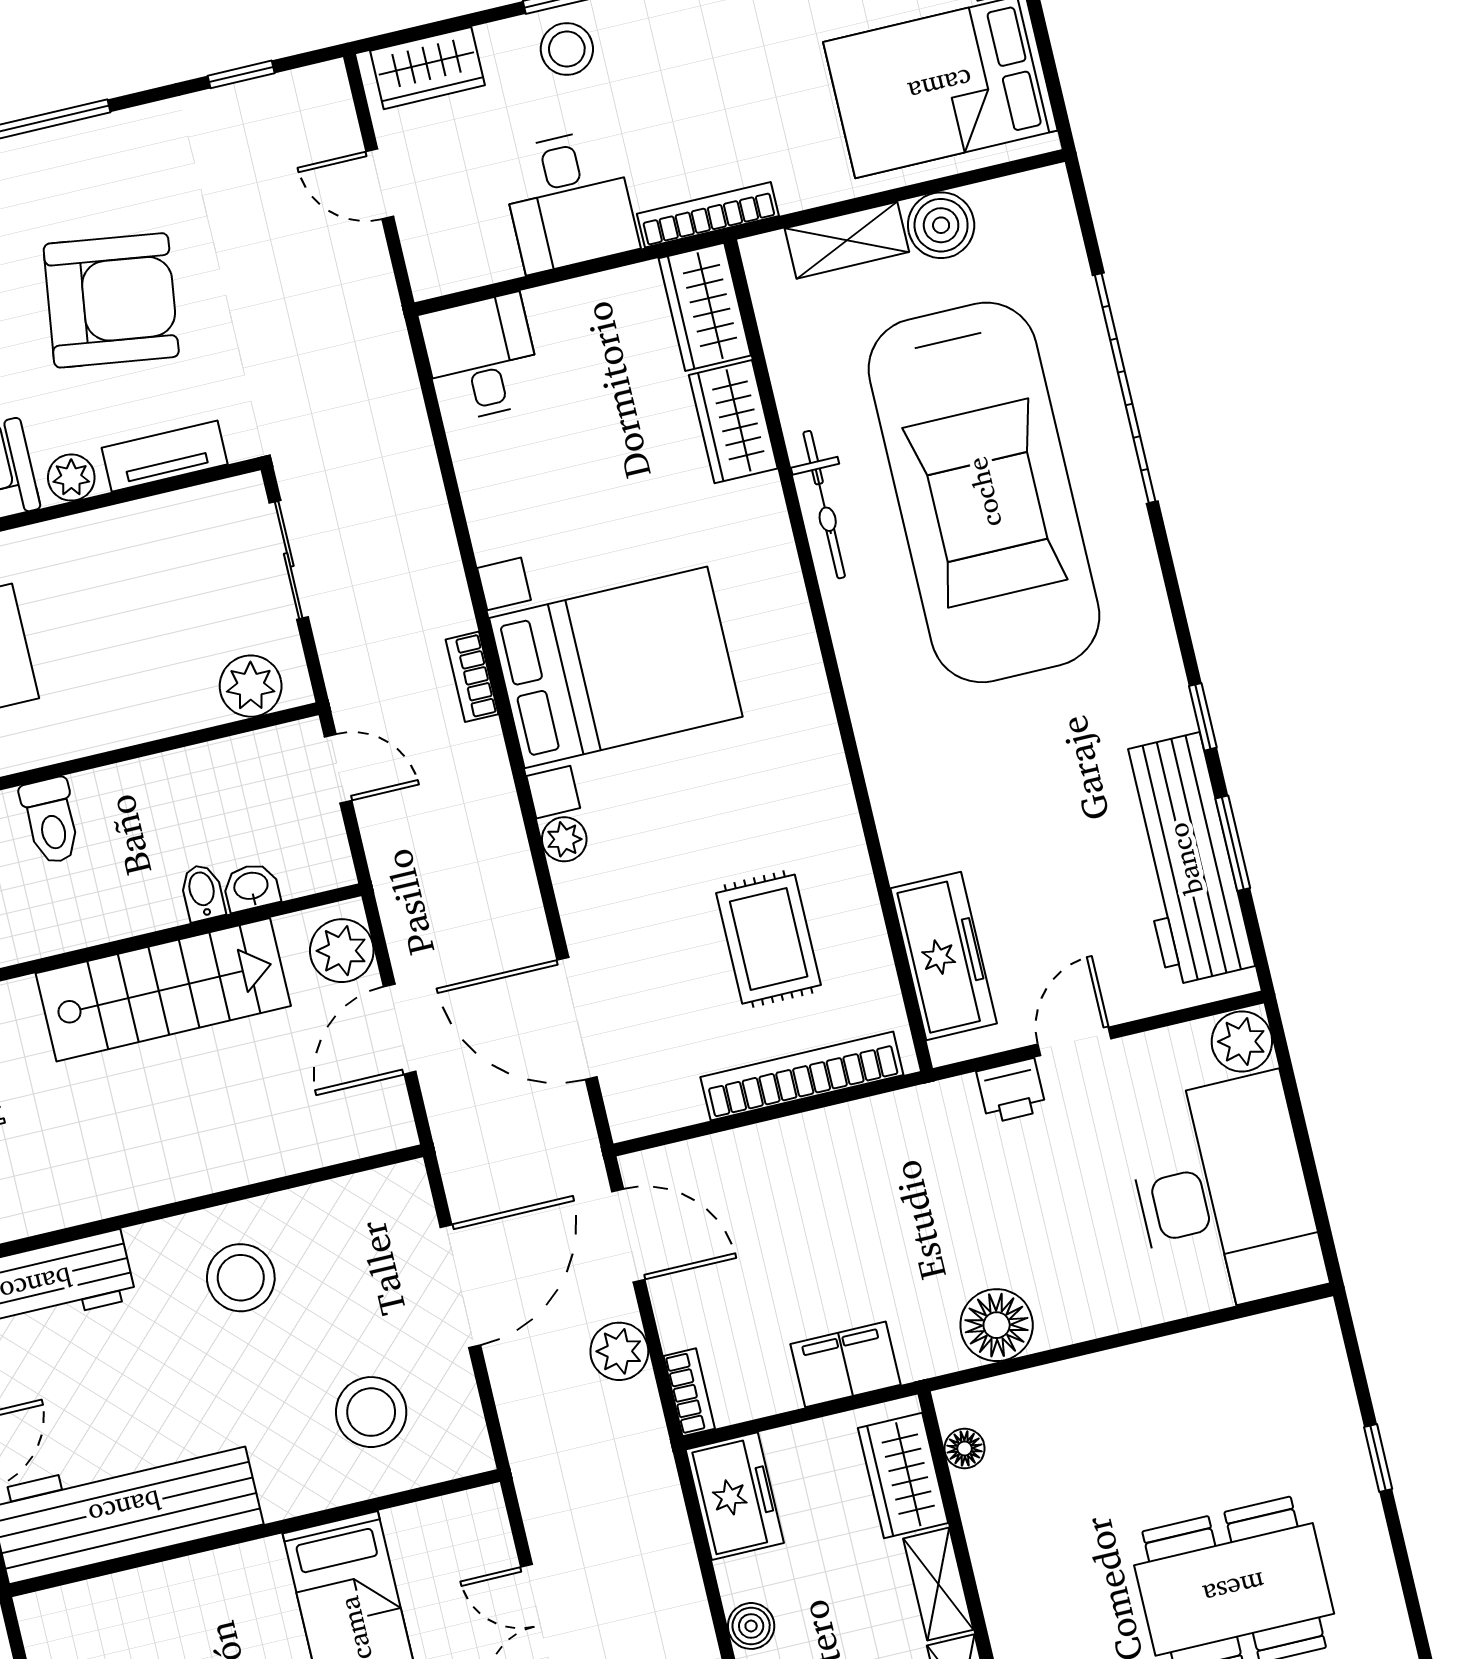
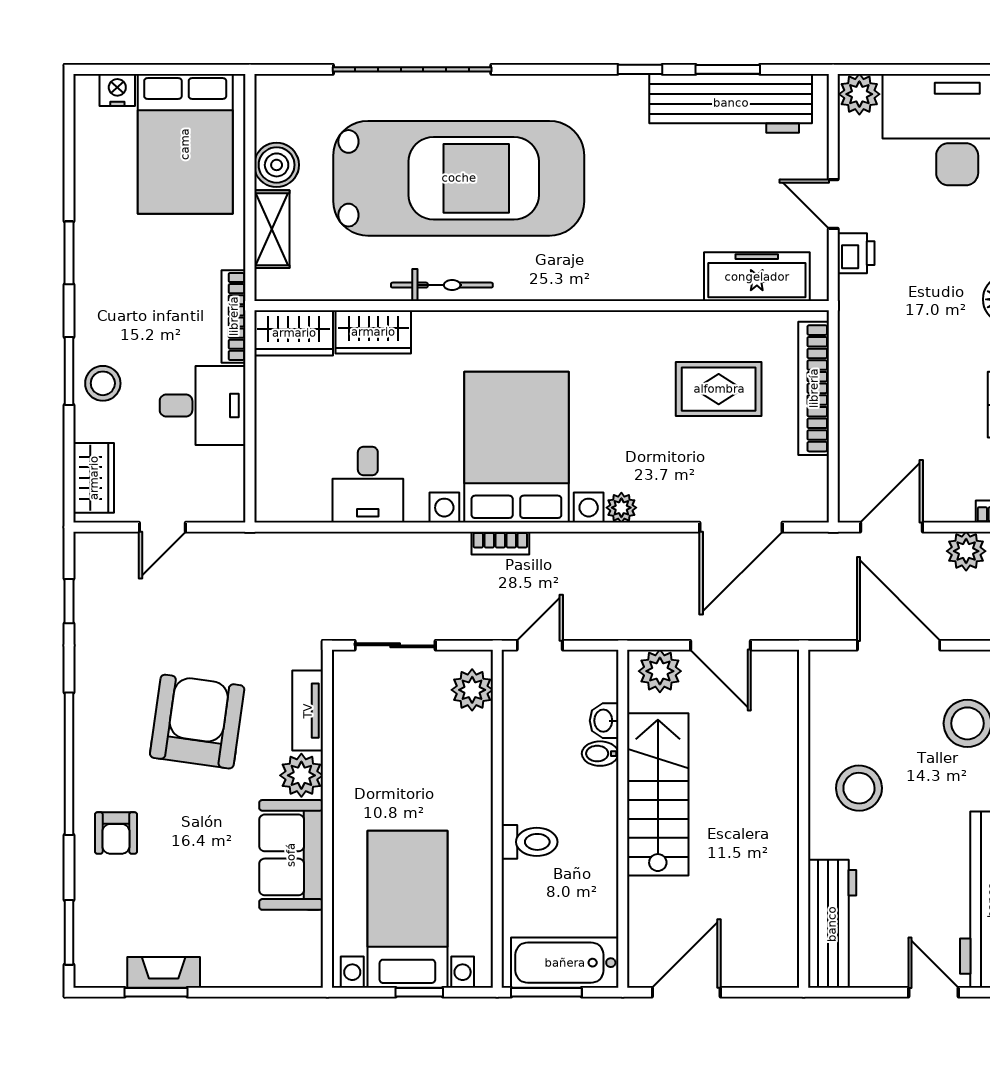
desk: (481, 358) -> (368, 485), moved, turned -90
plant: (71, 478) -> (301, 775), width x1.38, depth x1.38

